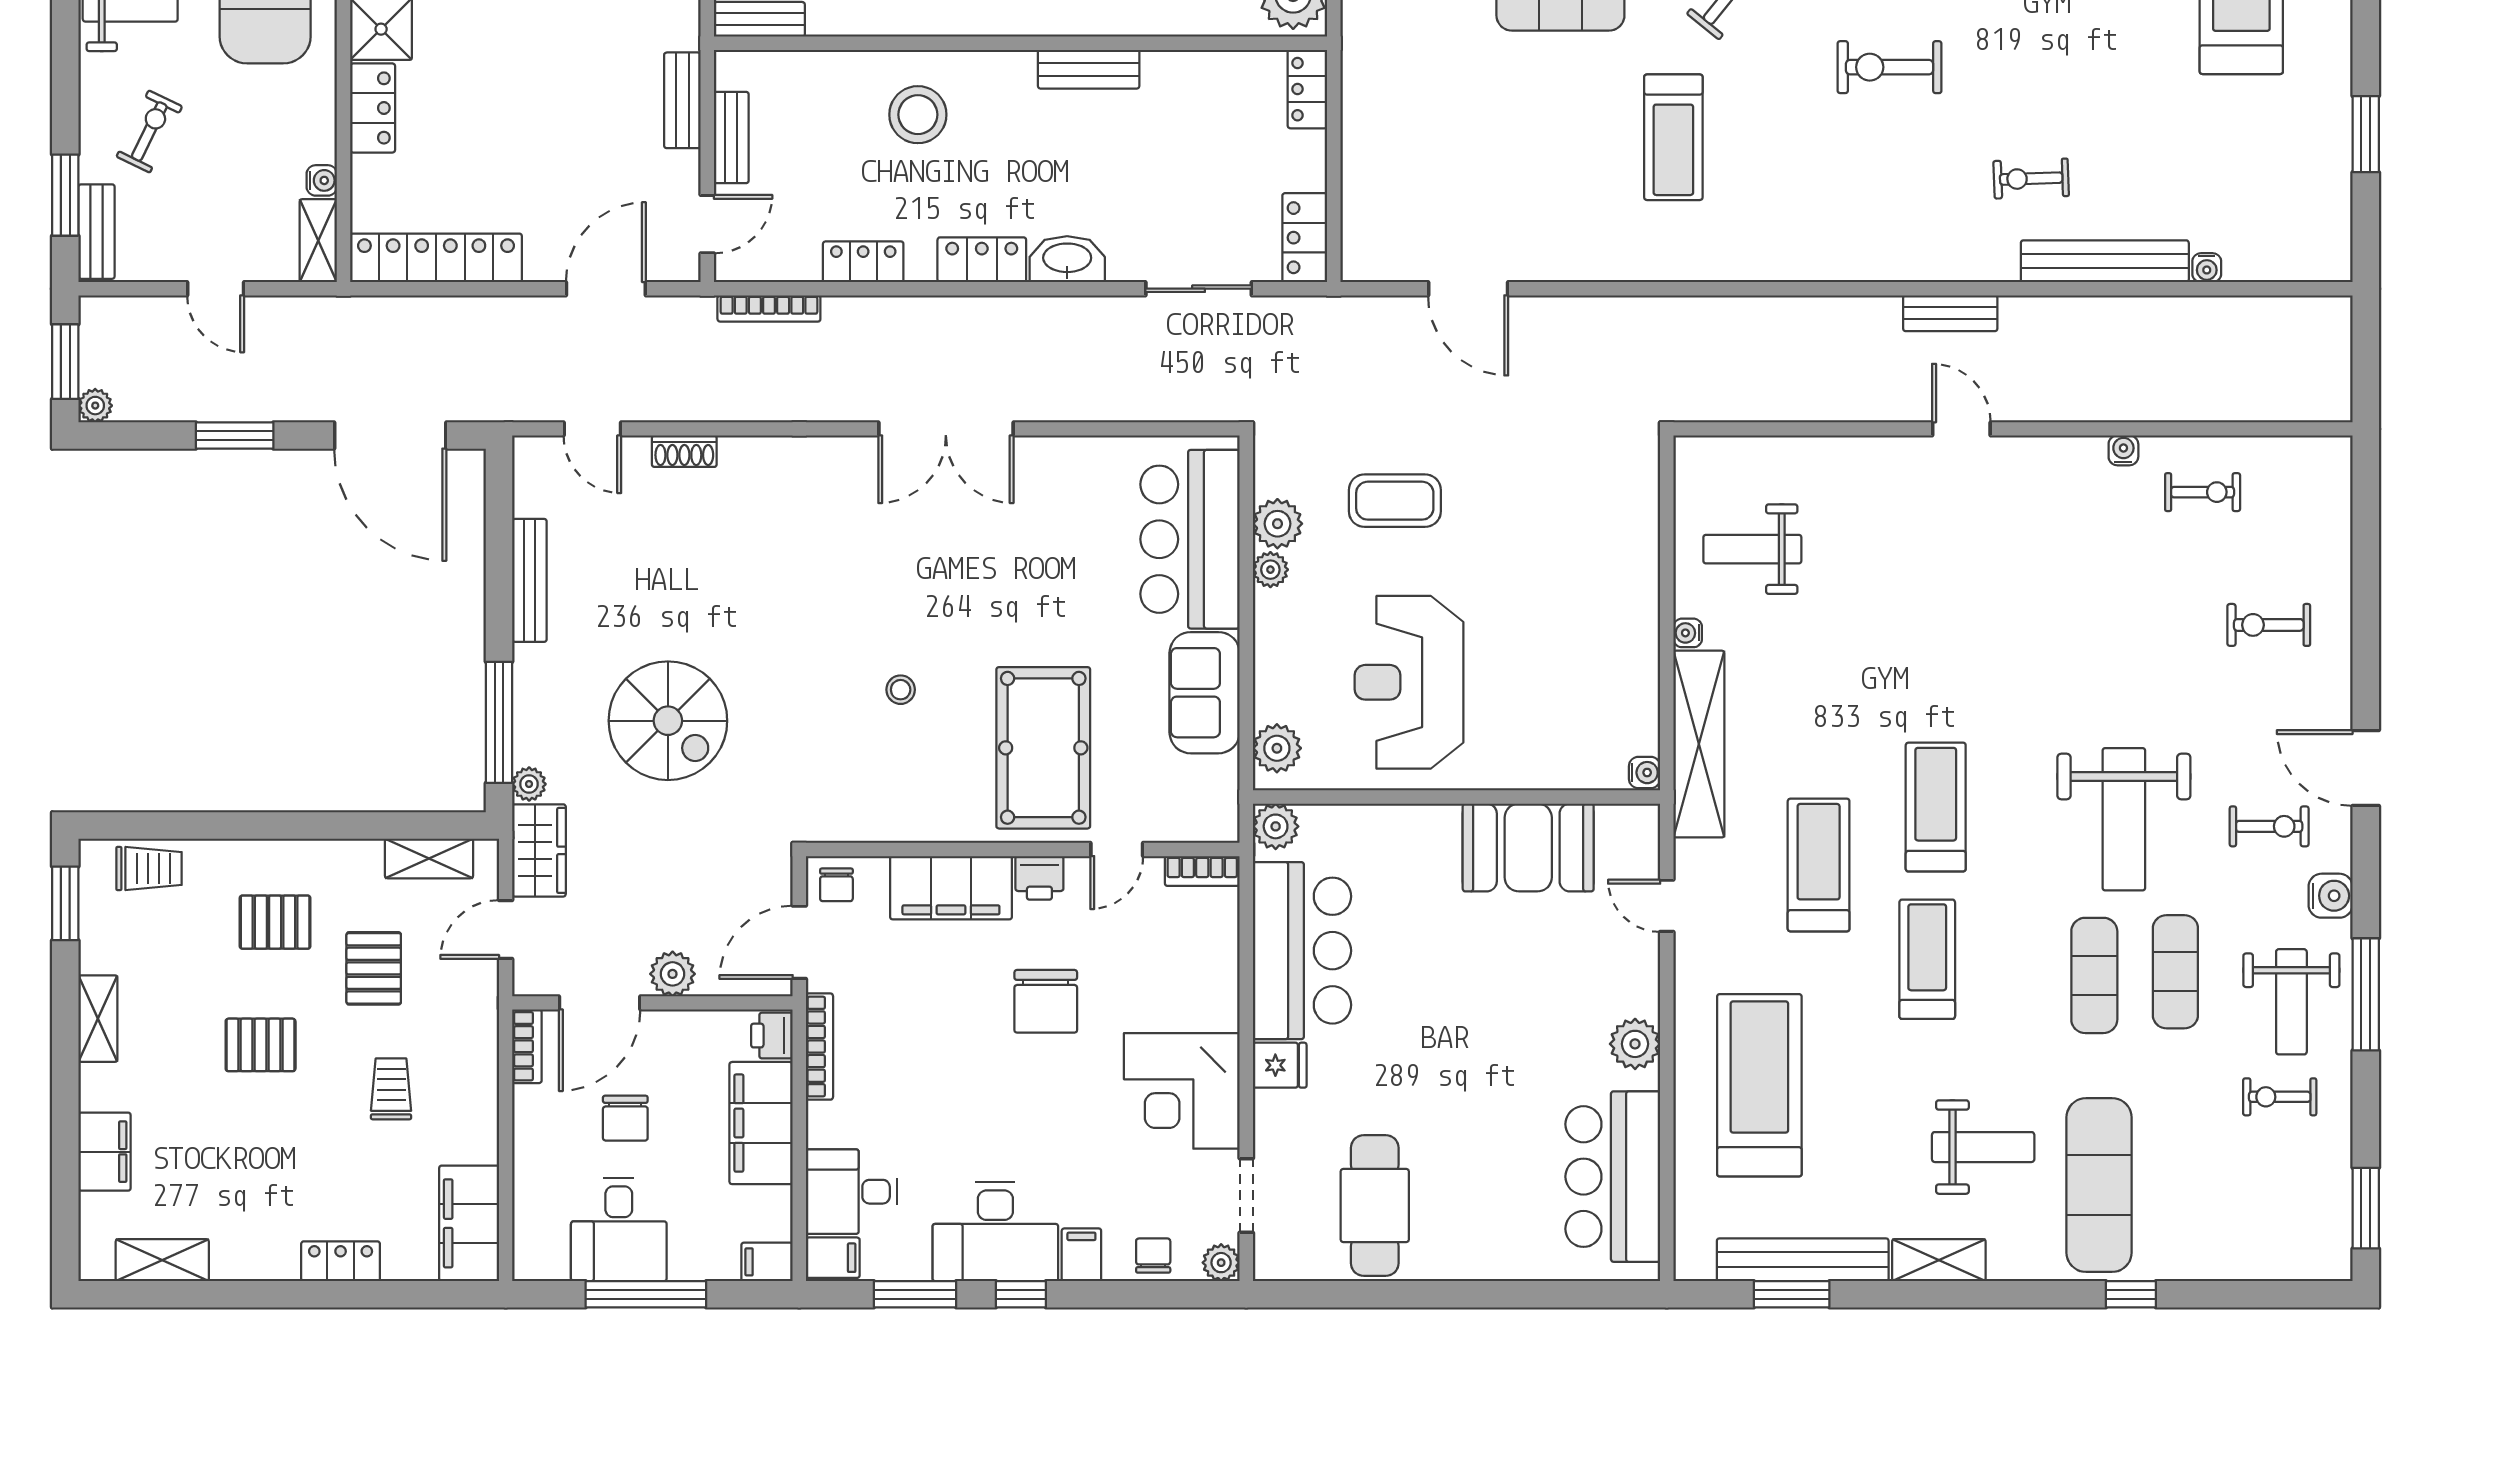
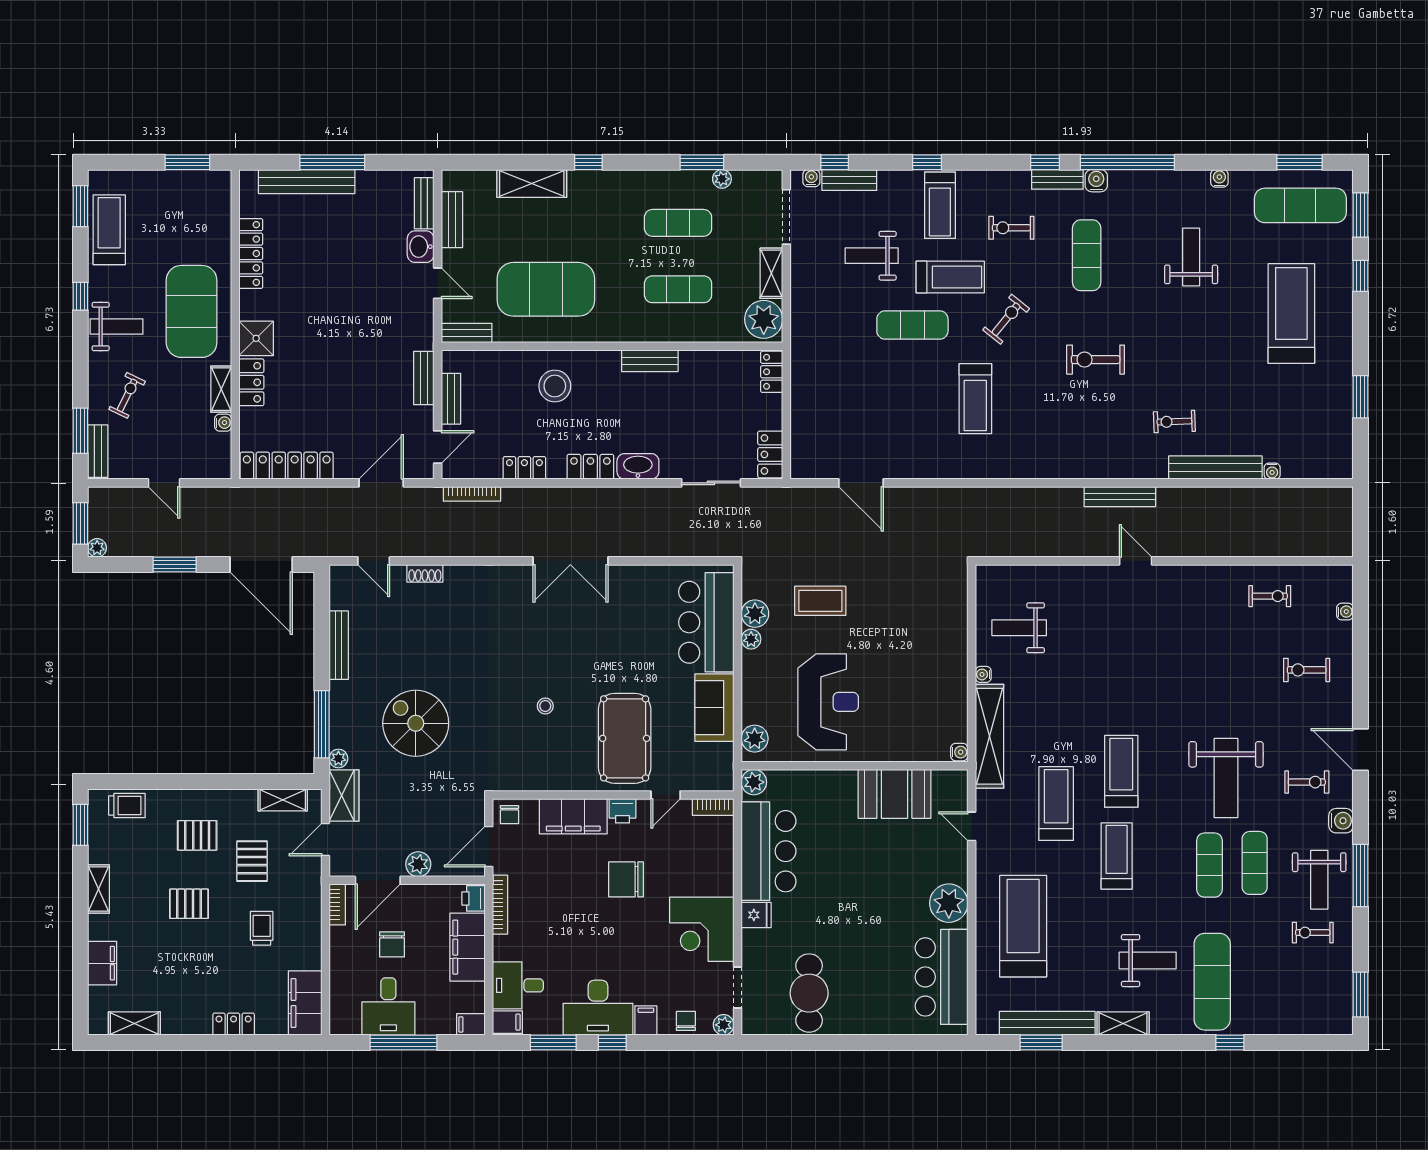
shelving: (318, 241) -> (221, 389), moved
bench: (1950, 313) -> (1120, 497), width x1.36
water cooler: (2123, 450) -> (1345, 612), moved, turned 90
reception desk: (1409, 682) -> (828, 702), turned 180
spiral stairs: (668, 721) -> (416, 723), turned 180
chair: (1046, 1001) -> (626, 879), turned 90
plant: (1635, 1044) -> (949, 903), width x1.36, depth x1.36

